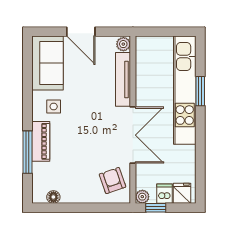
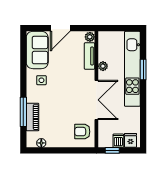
door: (81, 32) -> (60, 28), hinge flipped
tv unit: (123, 79) -> (90, 56), width x0.71
piano: (41, 141) -> (33, 117), moved
armchair: (113, 181) -> (82, 132), turned -71
plant: (142, 197) -> (103, 66), moved

